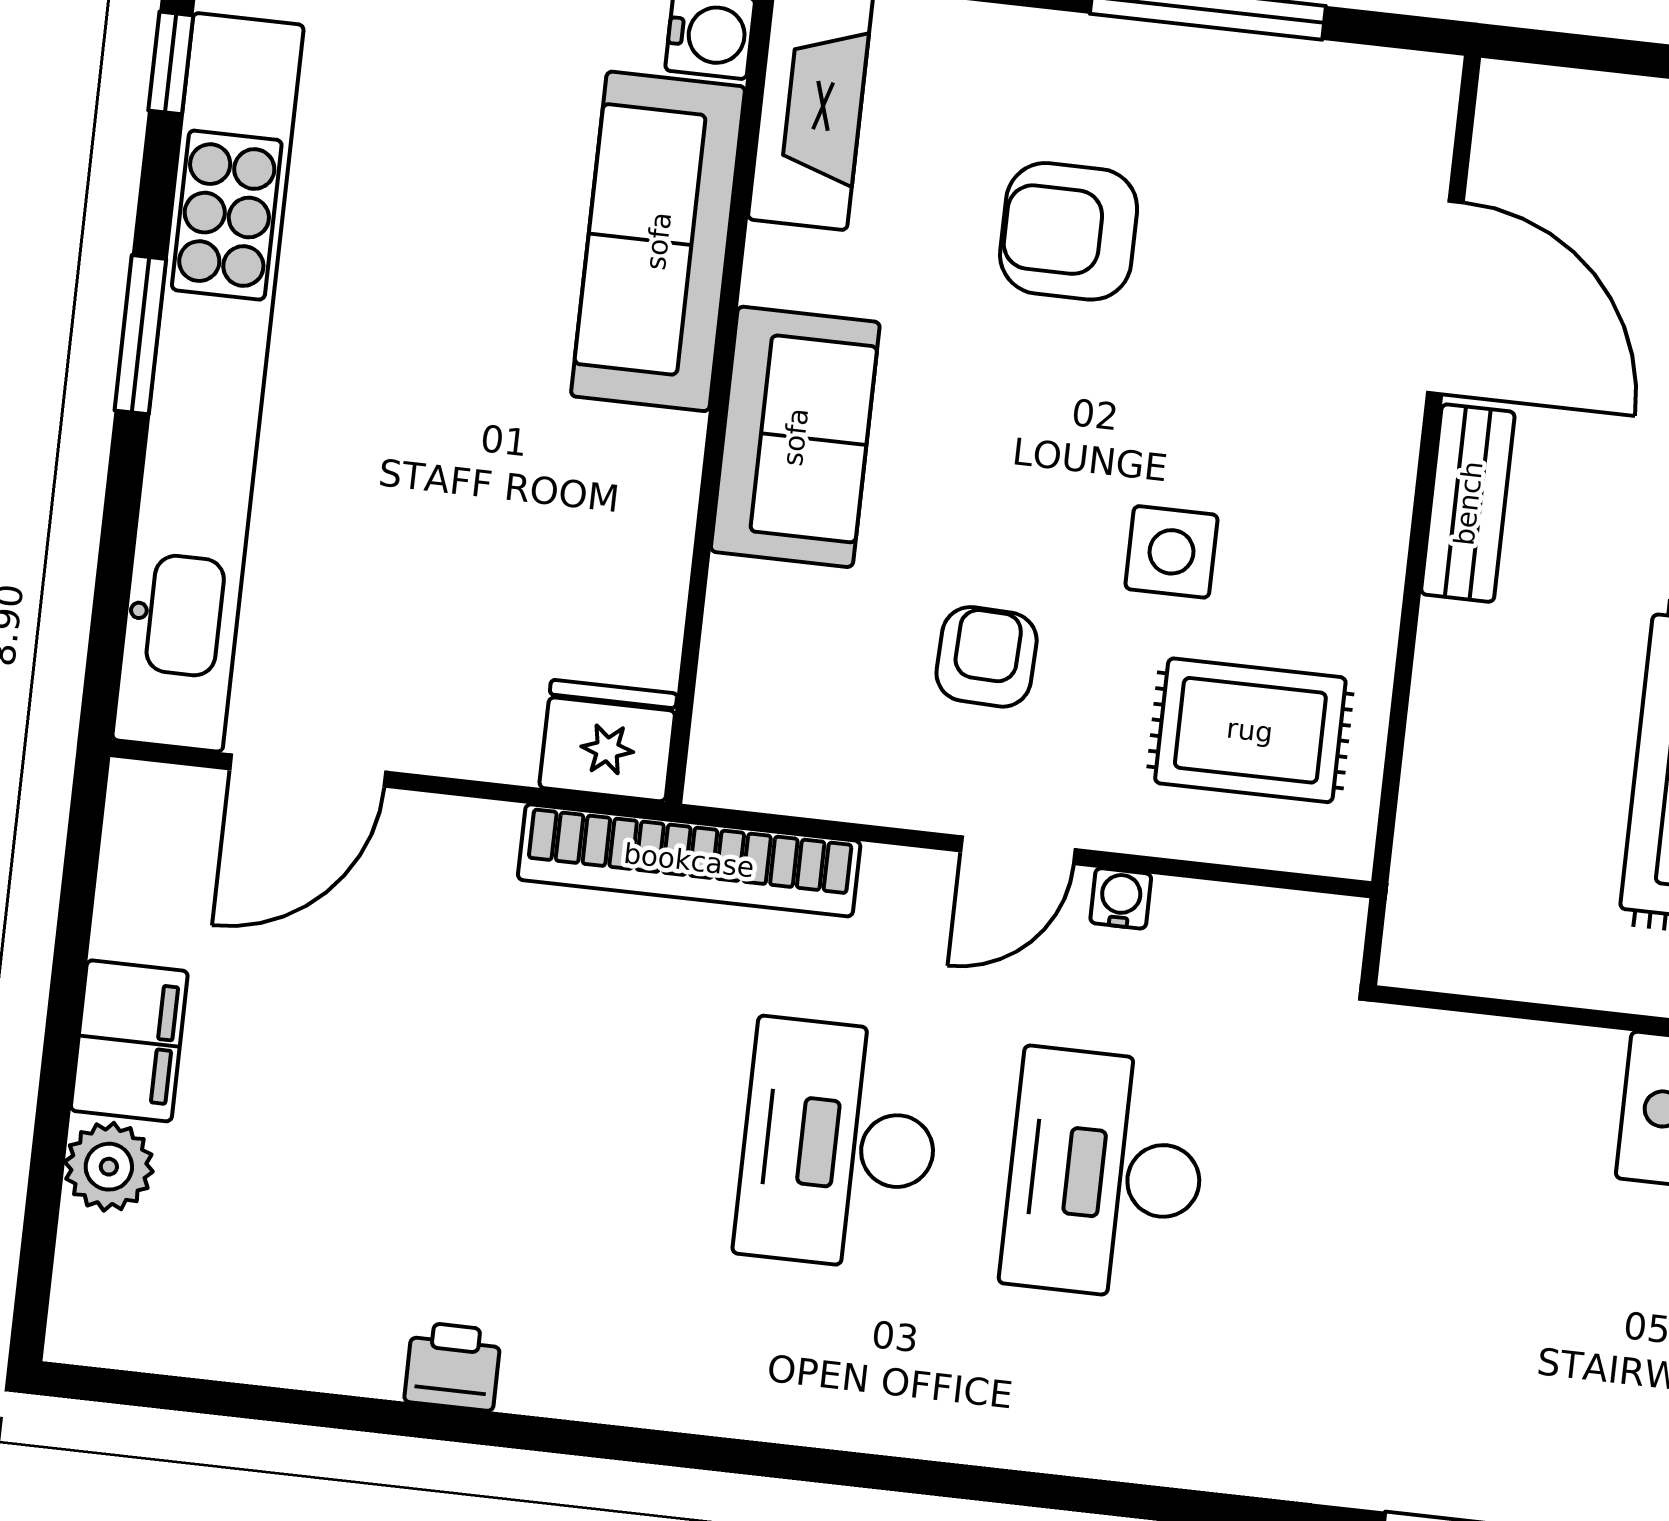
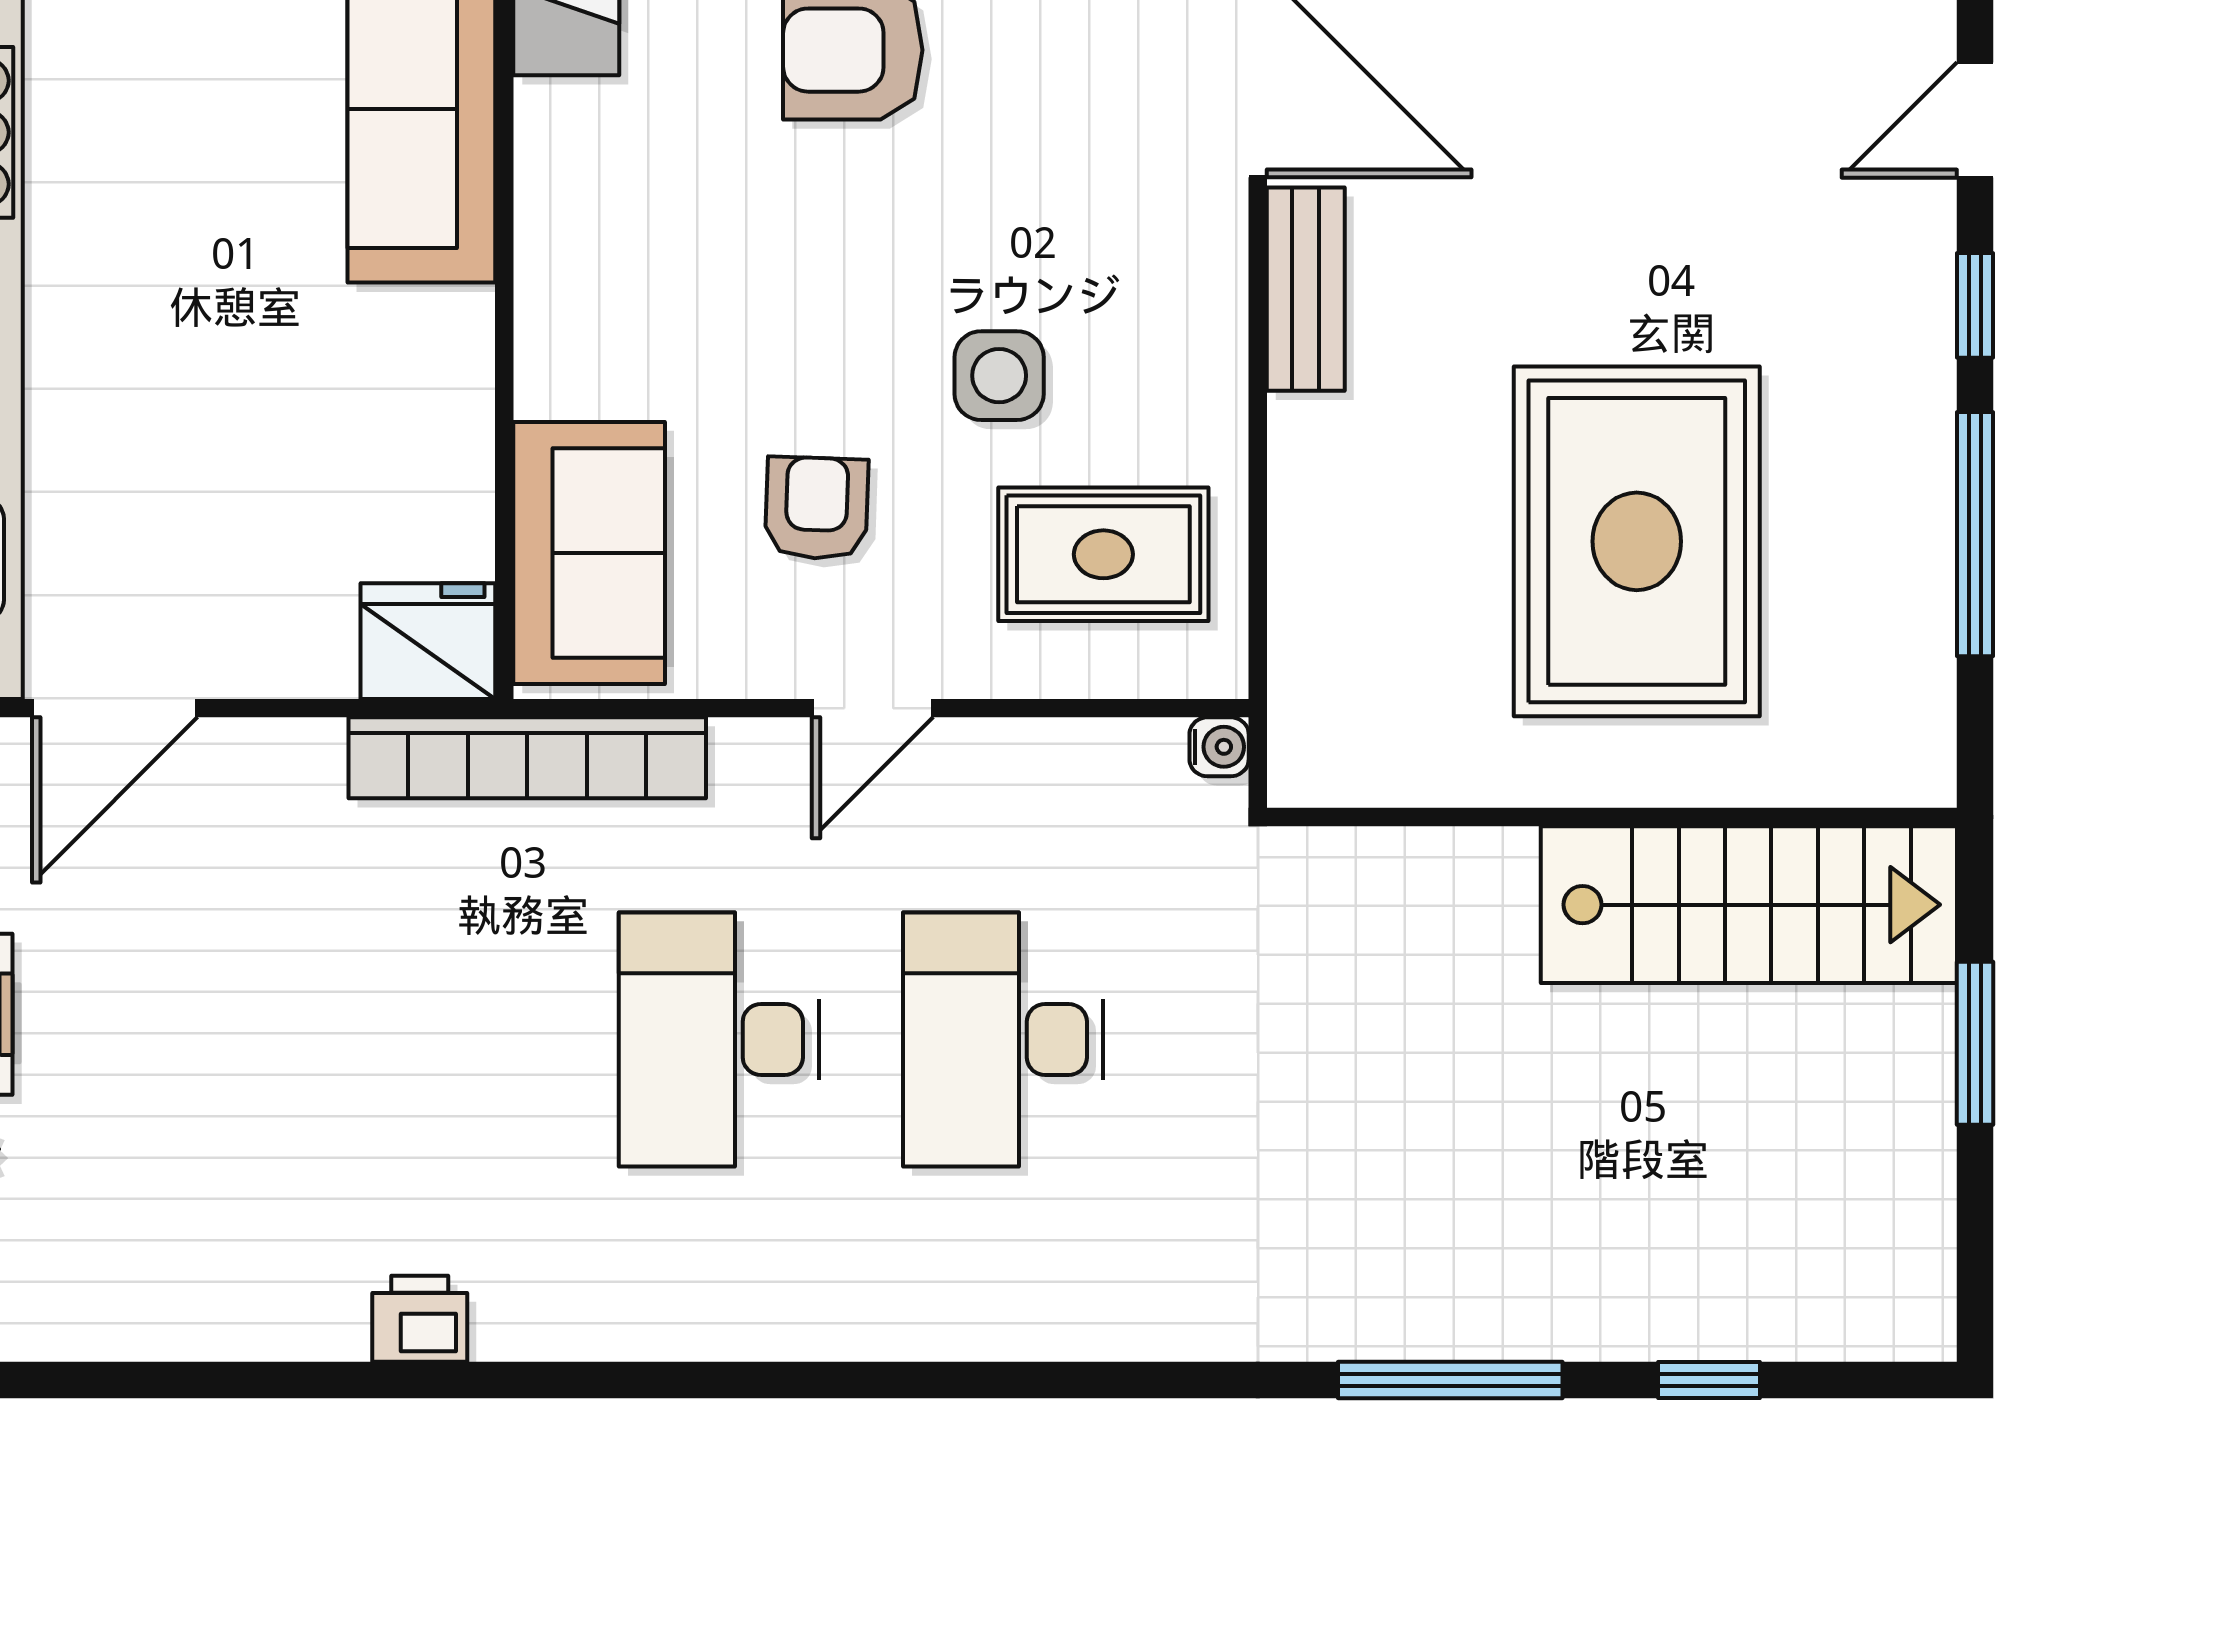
sofa: (795, 437) -> (589, 553), moved
water cooler: (1121, 898) -> (1219, 747), moved, turned 90
printer: (453, 1366) -> (420, 1319), moved

